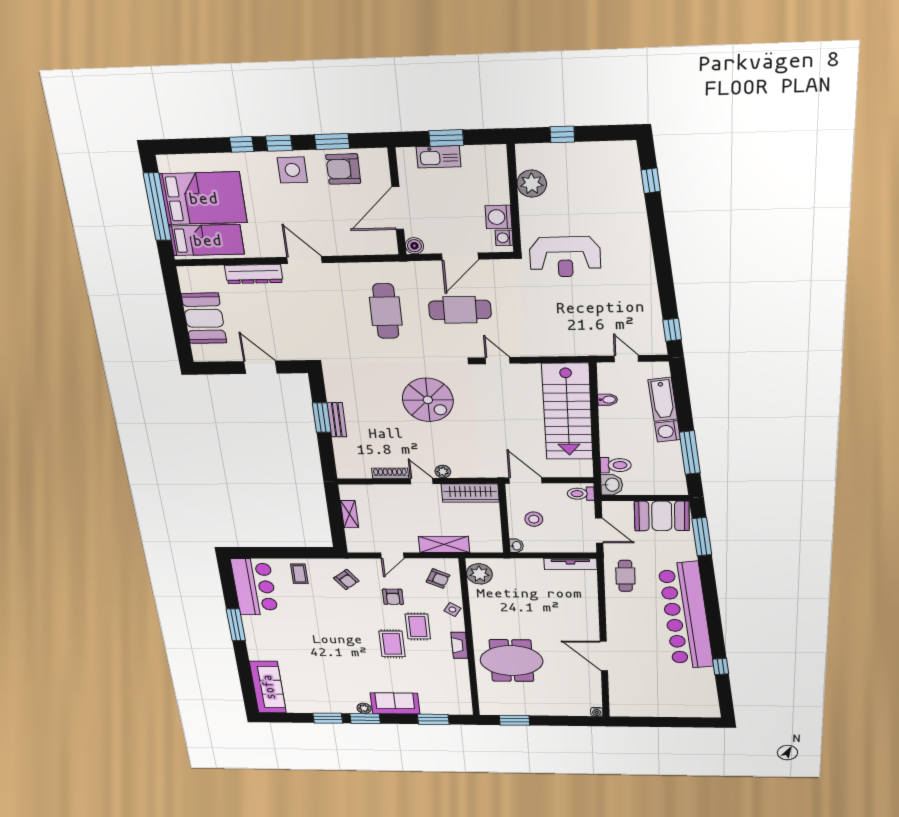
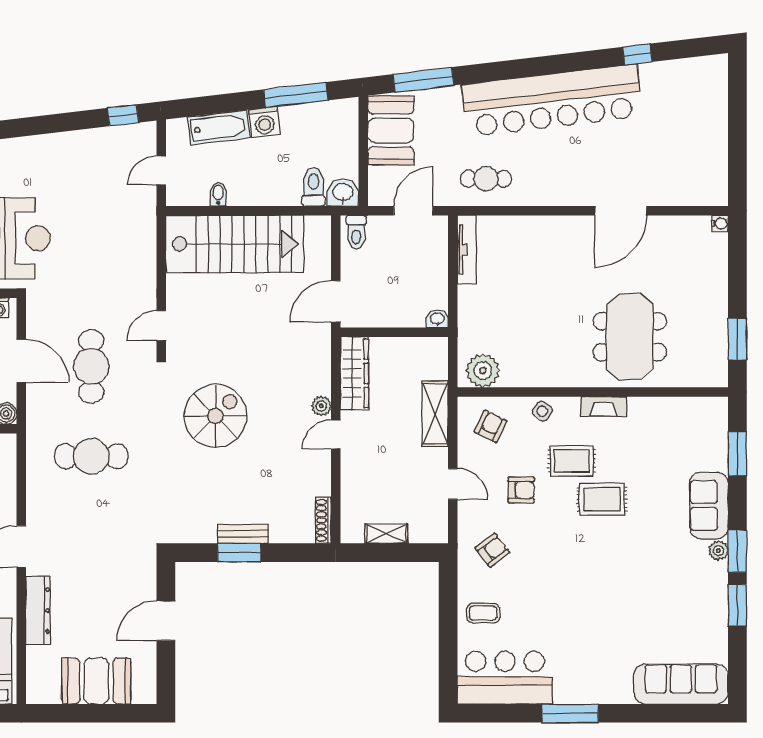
shoe rack: (390, 473) -> (323, 520), moved
stool: (534, 519) -> (395, 294), removed

